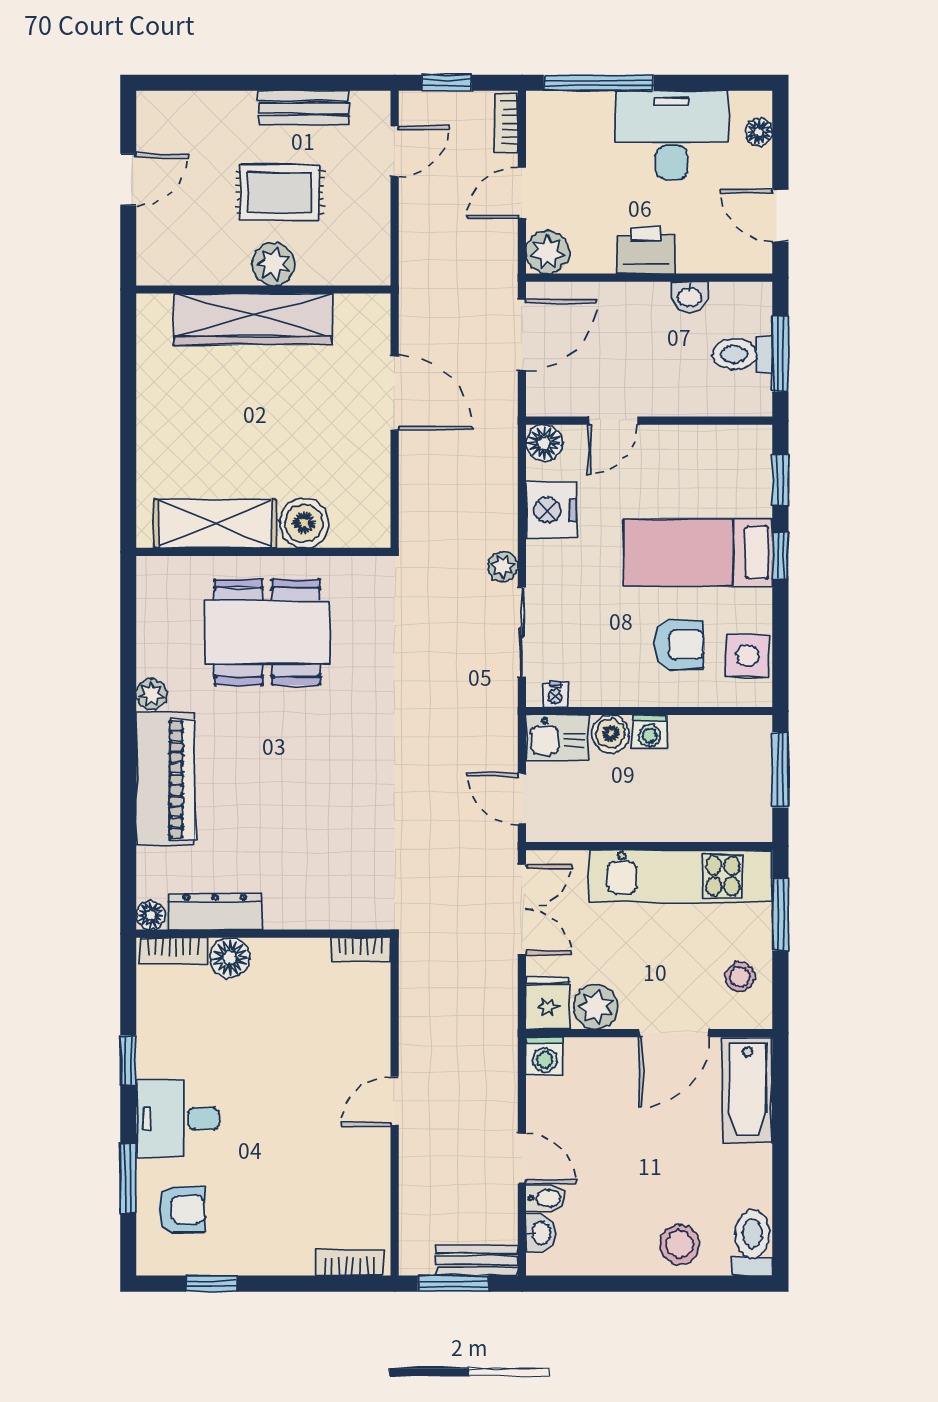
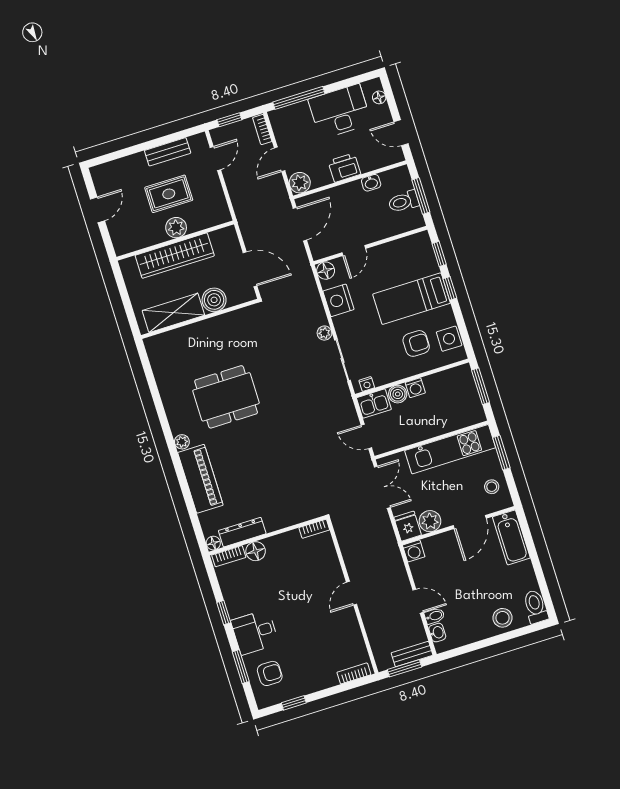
boiler: (304, 523) -> (214, 300), moved
shelving: (215, 524) -> (173, 313), moved
wall: (263, 552) -> (200, 319), moved

